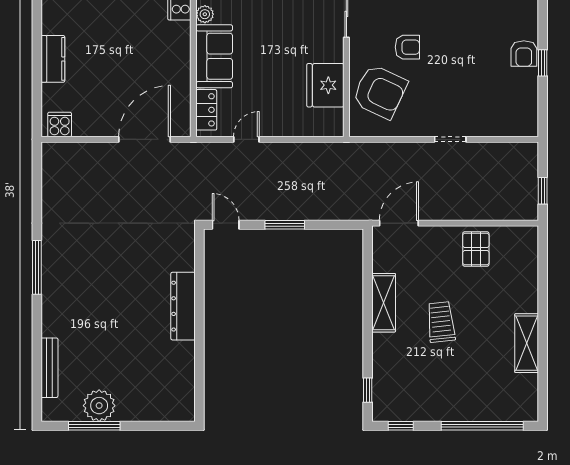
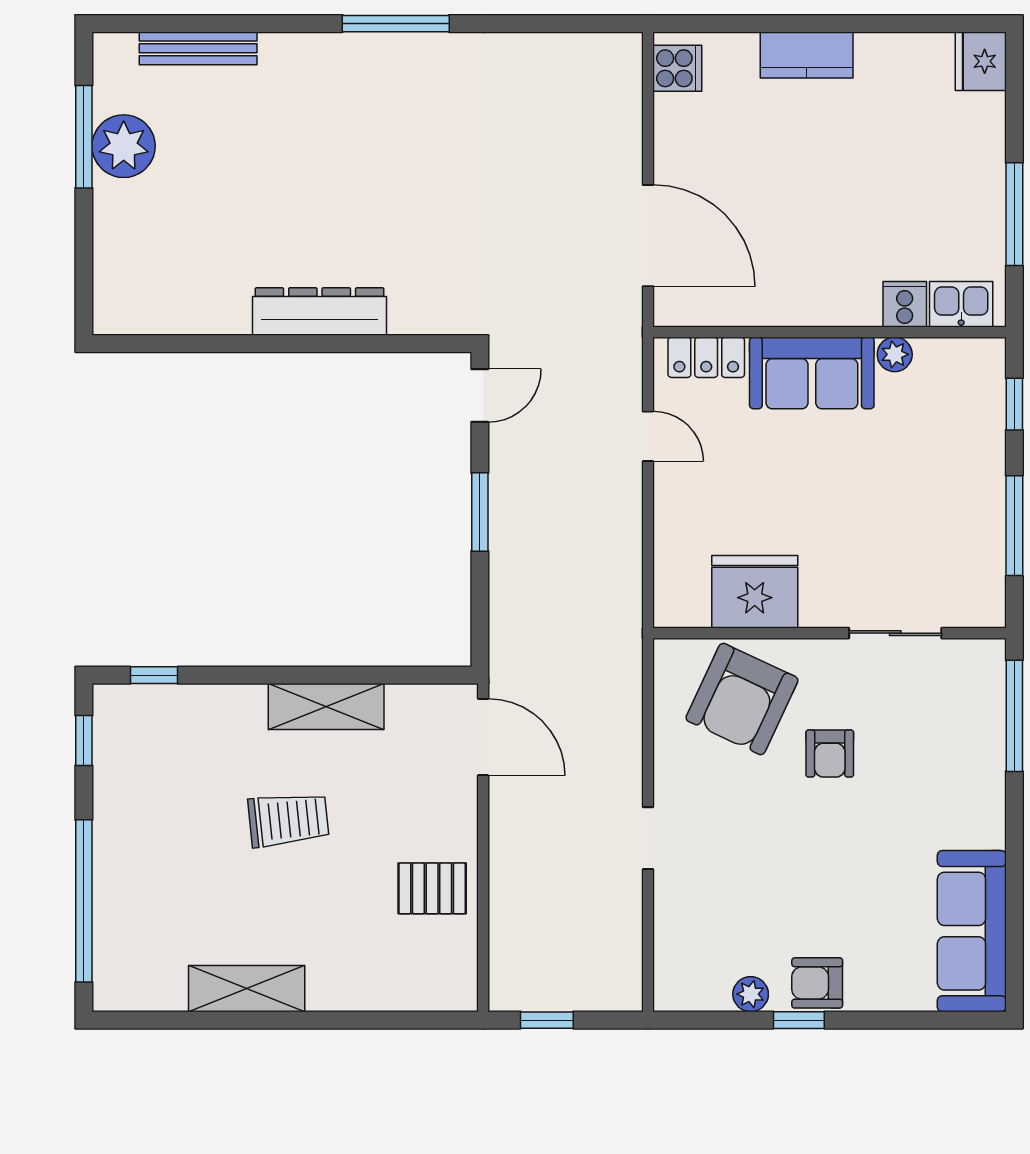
plant: (529, 87) -> (751, 994), added

